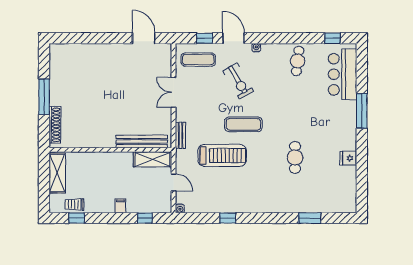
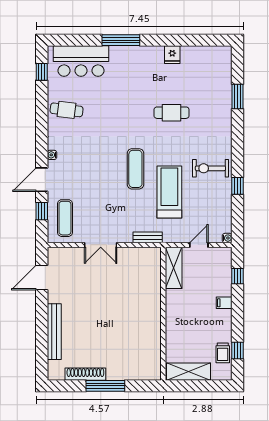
exercise bike: (238, 81) -> (210, 168), moved, turned -150
shoe rack: (55, 125) -> (85, 374), moved
bench: (142, 142) -> (54, 332), moved

